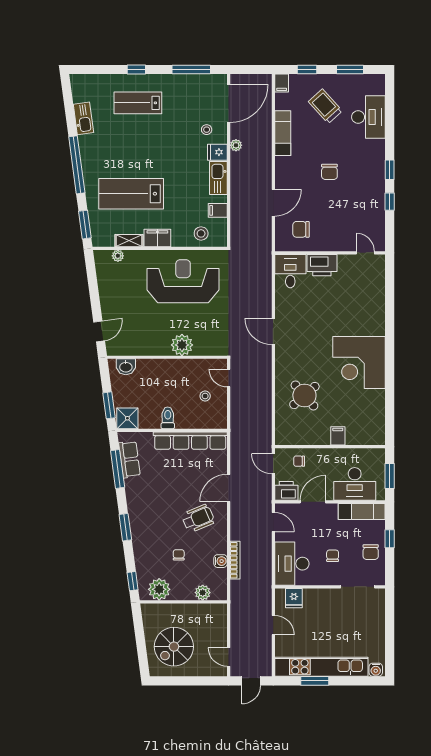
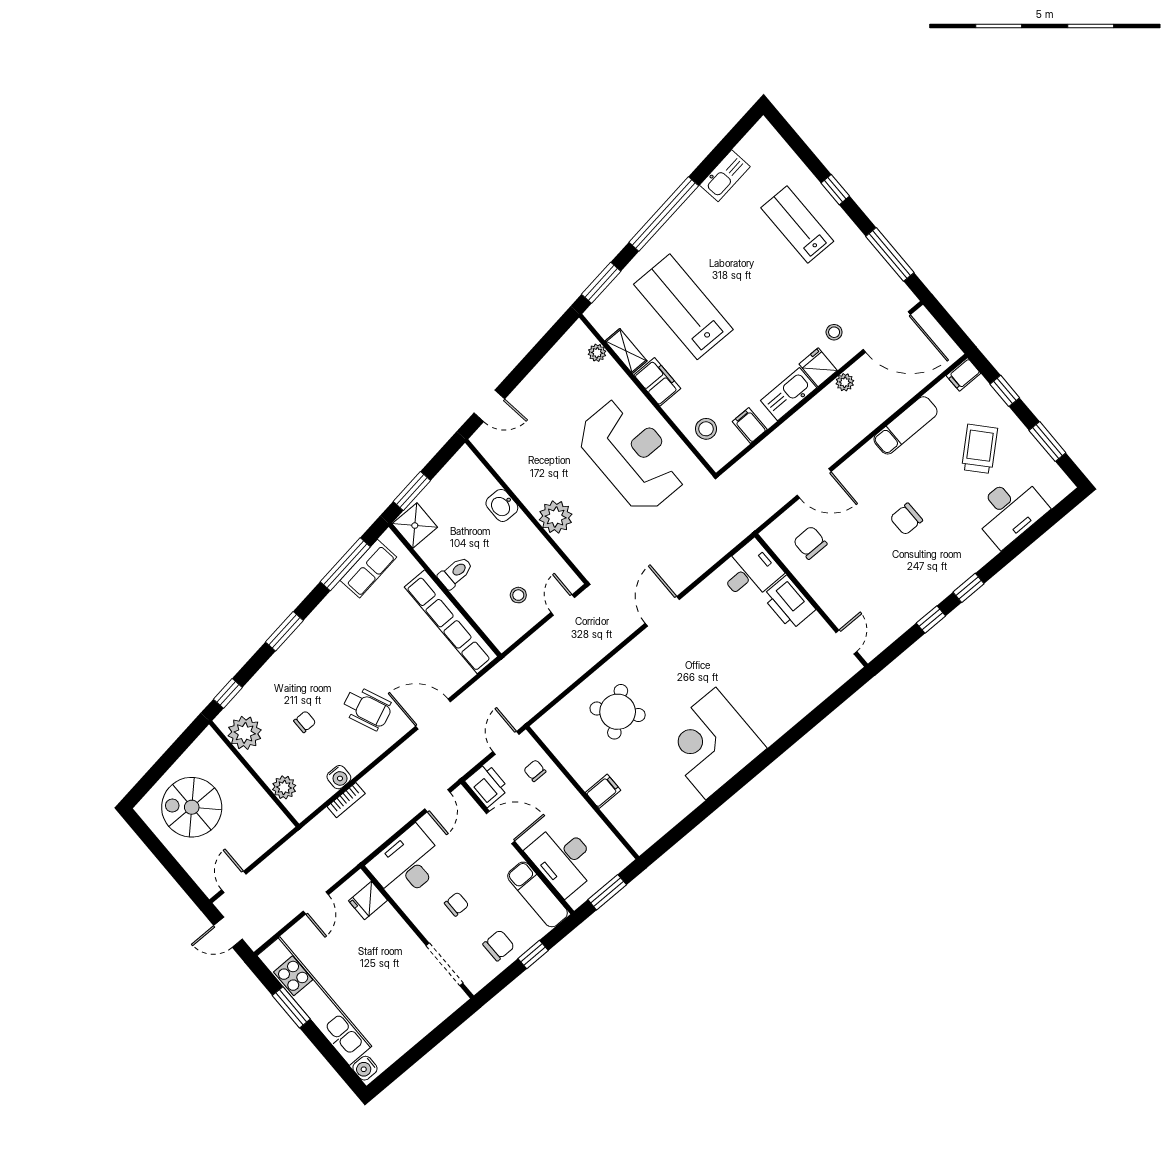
washbasin: (126, 367) -> (502, 505), moved
chair: (371, 552) -> (499, 945), turned 180
bookcase: (235, 560) -> (346, 800), width x0.64

